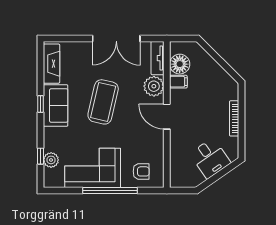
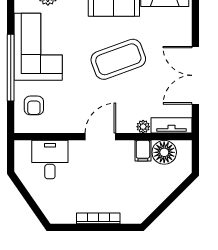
plant: (154, 86) -> (143, 127), width x0.53, depth x0.53
coffee table: (103, 102) -> (118, 59), turned -33
desk: (210, 158) -> (50, 160), moved, turned 125

